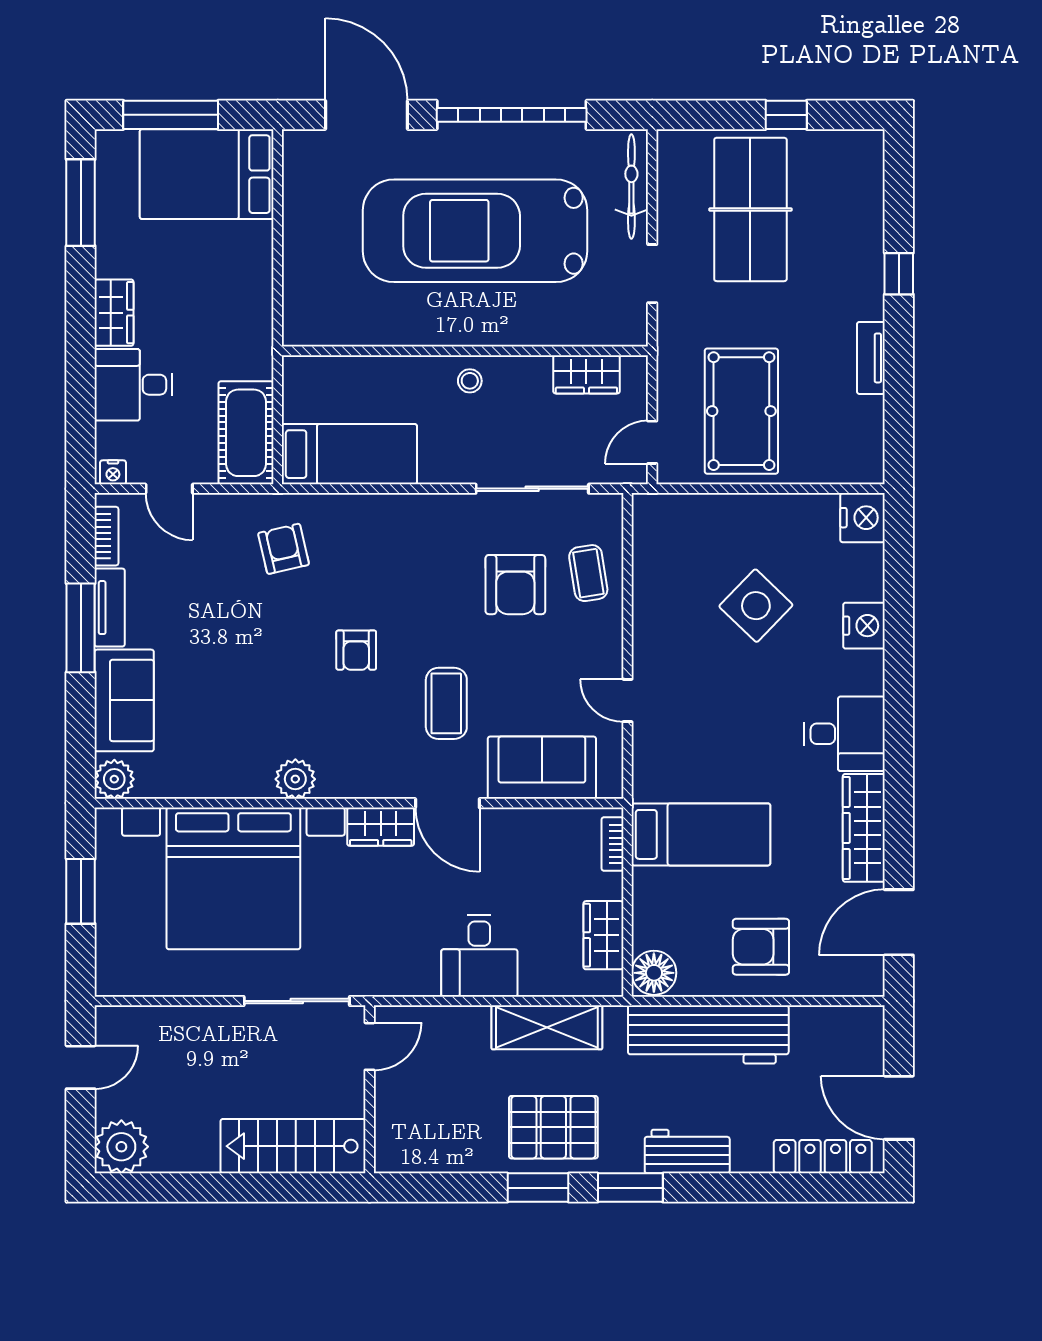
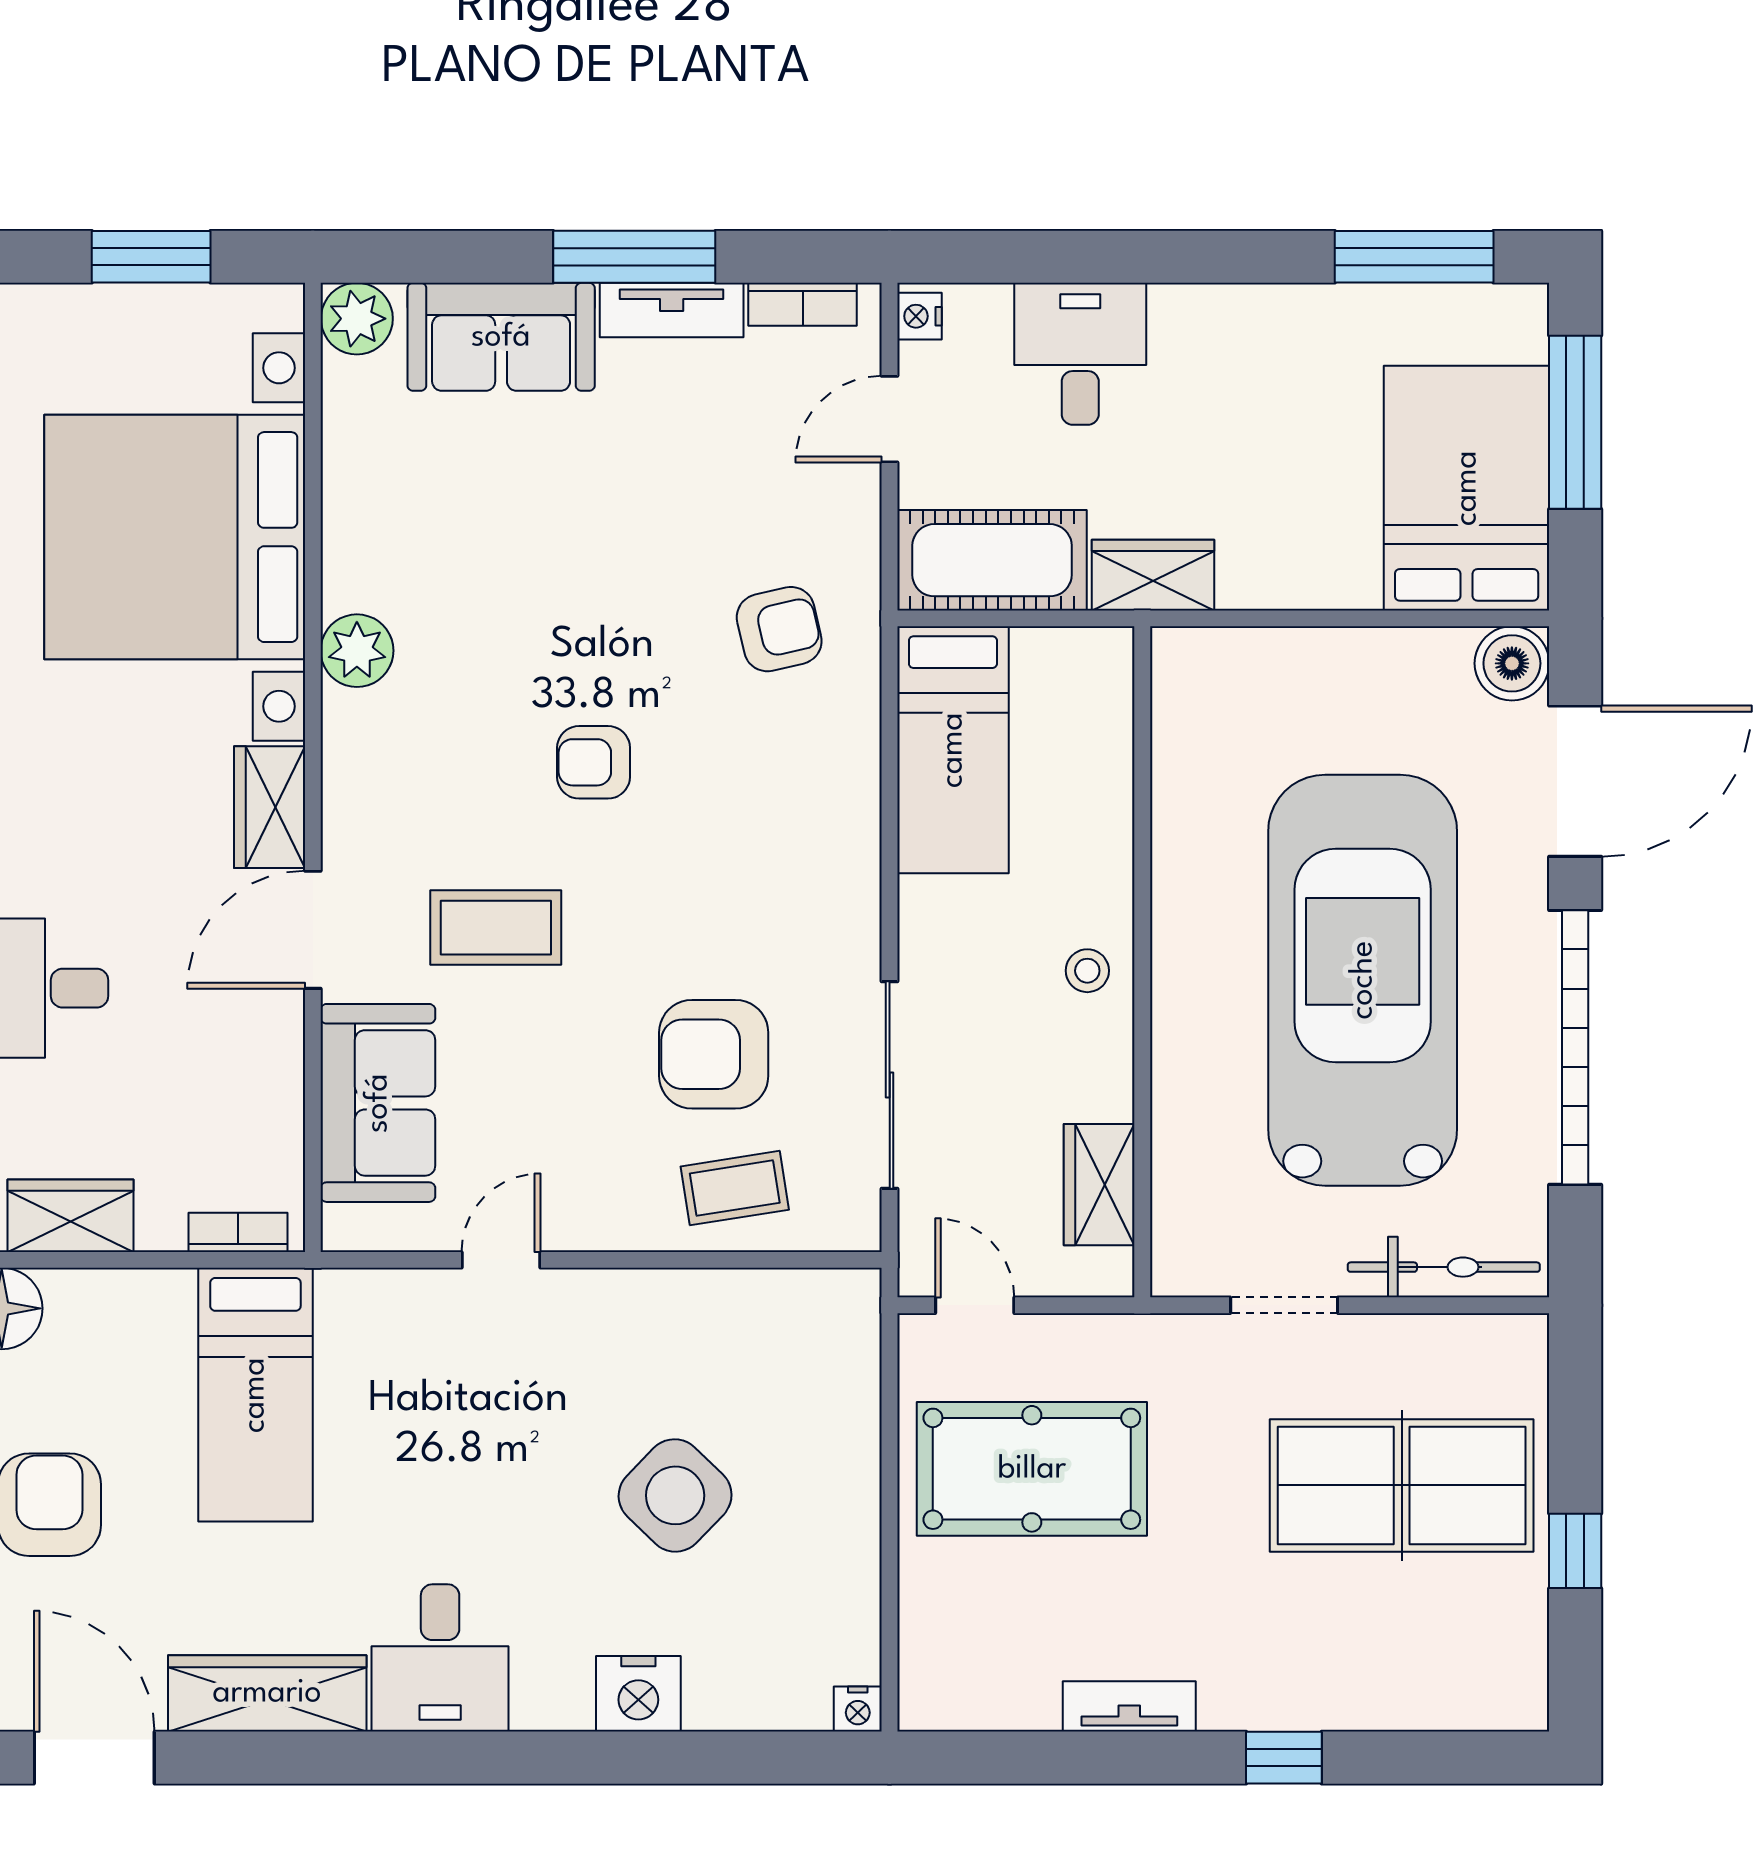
boiler: (302, 149) -> (1512, 663), added
wardrobe: (114, 313) -> (1153, 575), moved, turned 180
nightstand: (863, 518) -> (858, 1709), width x0.53, depth x0.56

